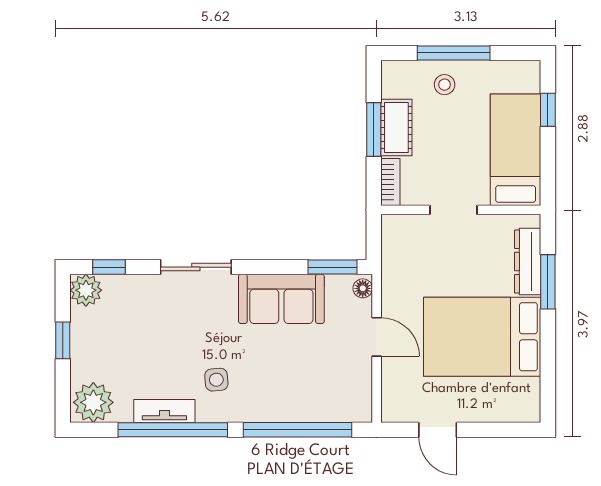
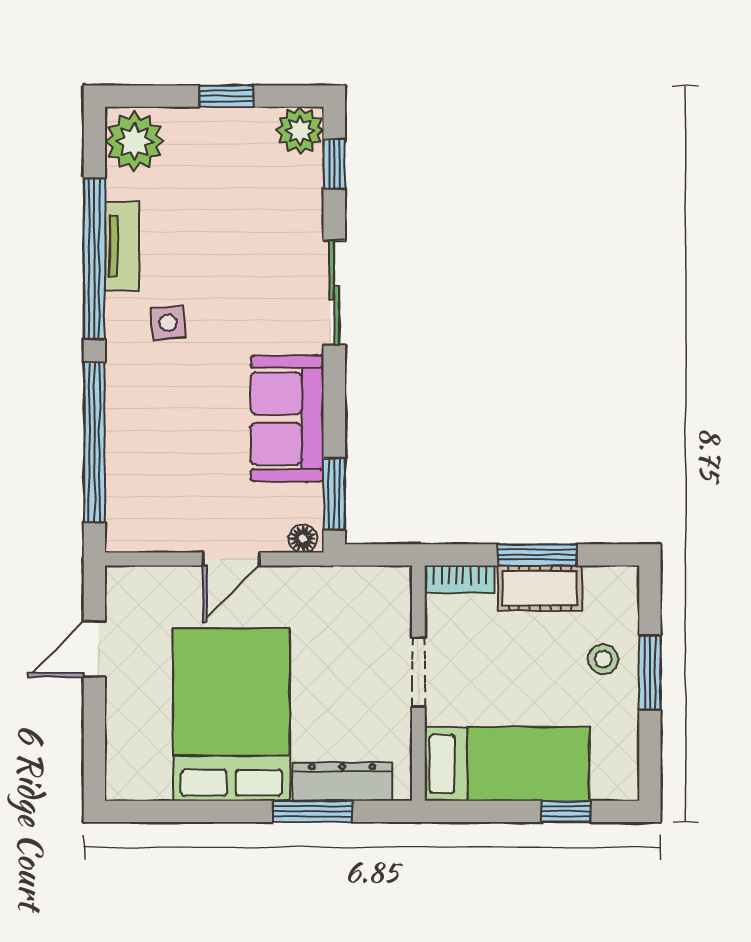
window: (454, 53) -> (650, 673), width x0.69

